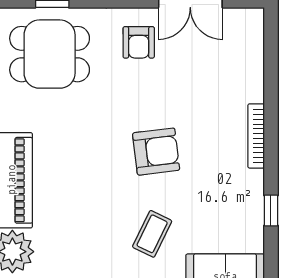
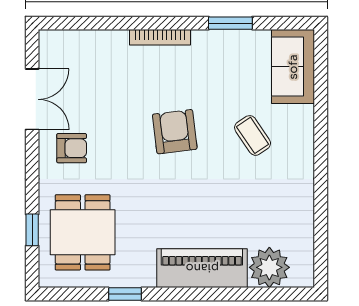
window: (271, 210) -> (230, 23), width x1.50
coffee table: (152, 234) -> (253, 135), turned 30

